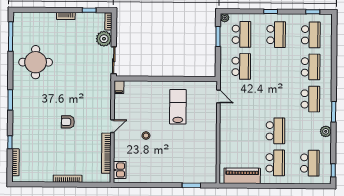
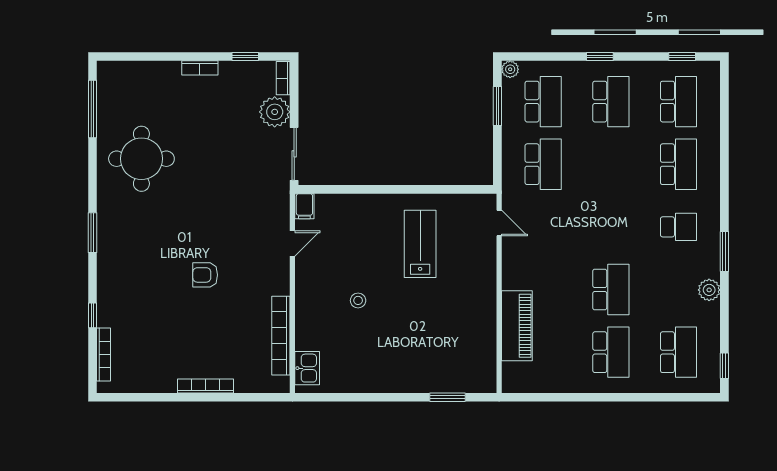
school desk: (310, 99) -> (679, 227), width x0.54
door: (112, 126) -> (292, 243), moved
piano: (242, 176) -> (517, 326), moved, turned 90

